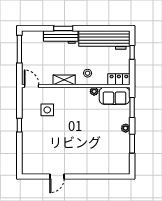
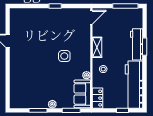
side table: (47, 110) -> (64, 56), moved

